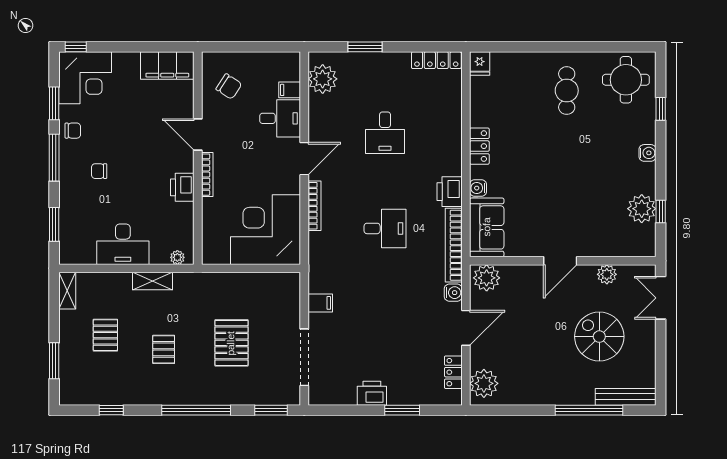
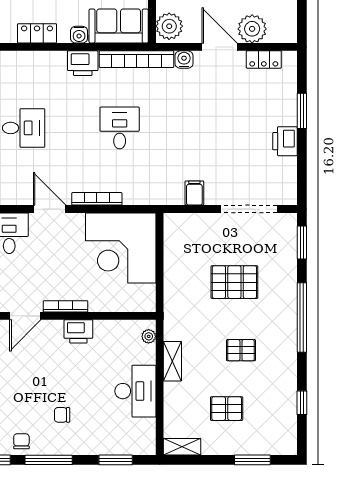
chair: (99, 171) -> (62, 415), turned 90
plant: (484, 383) -> (252, 29), moved

